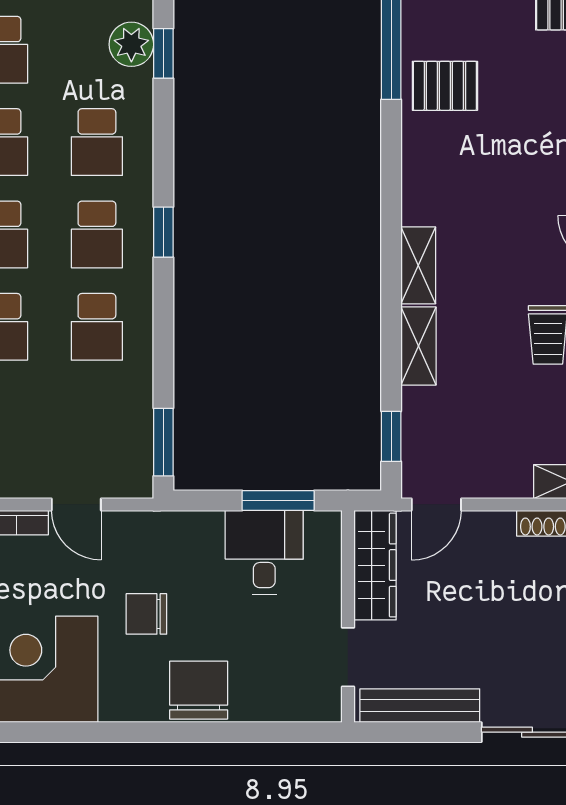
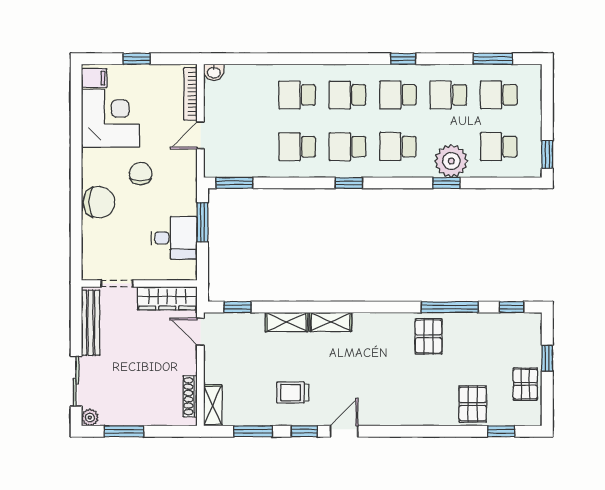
plant: (131, 44) -> (451, 161), width x1.36, depth x1.36
window: (278, 500) -> (202, 222), moved

